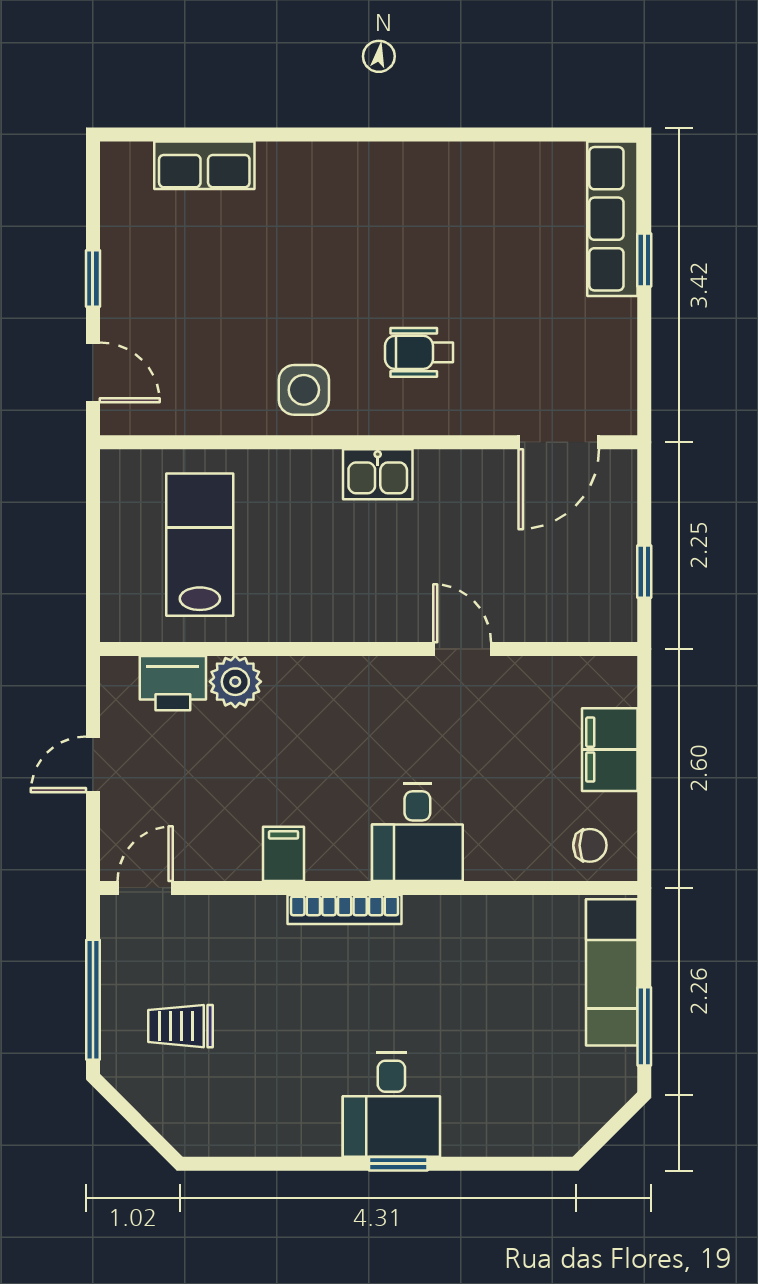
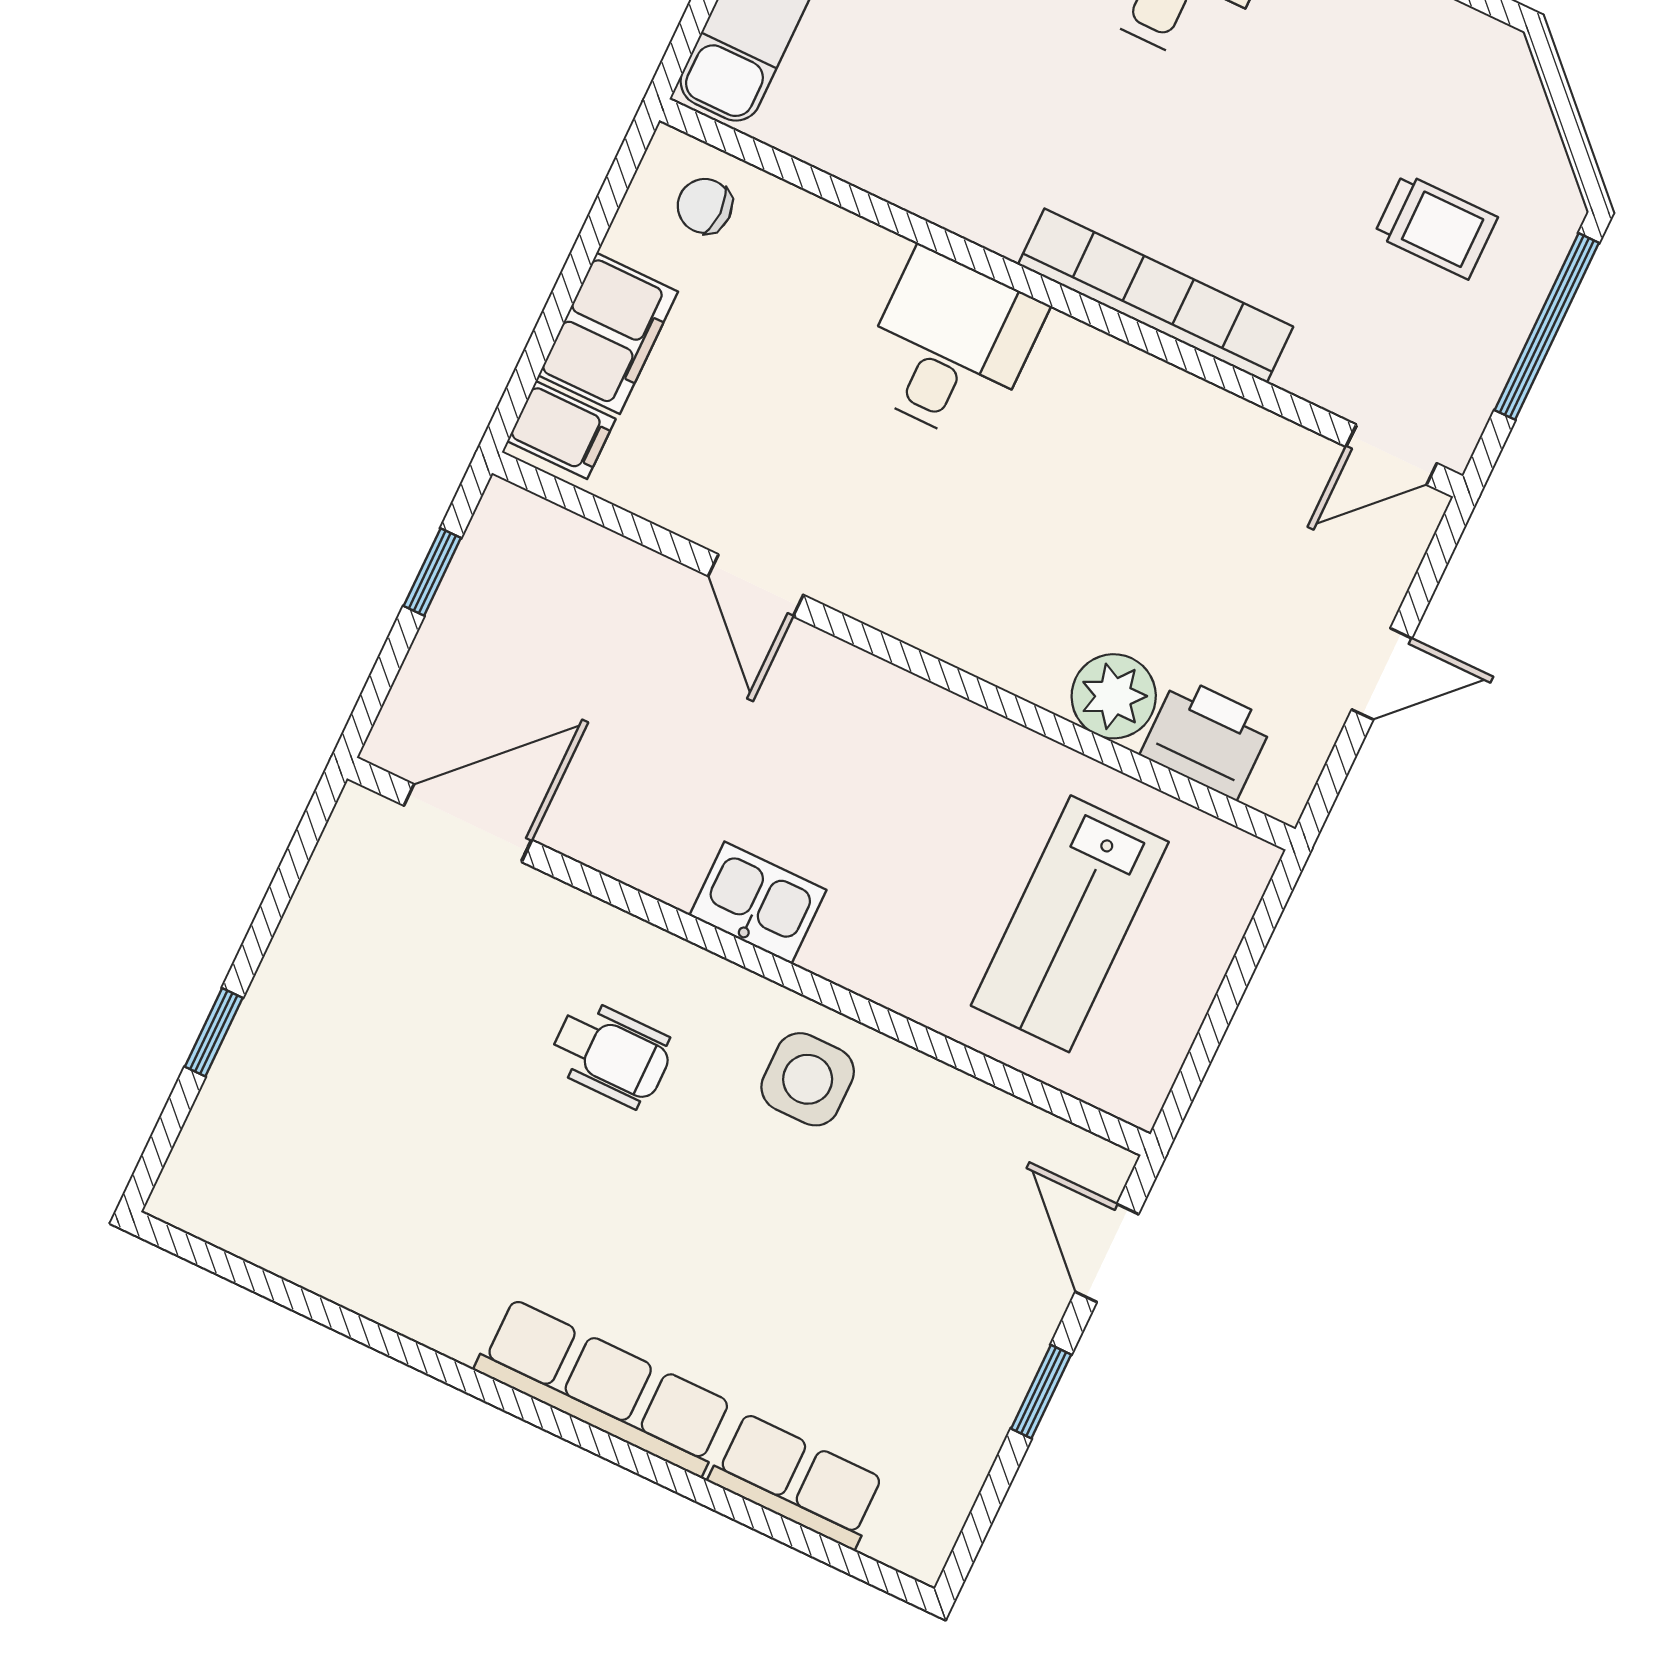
row of seats: (612, 219) -> (604, 1387), moved, turned -90
filing cabinet: (283, 854) -> (561, 430), moved, turned -90
bookcase: (345, 909) -> (1155, 296), width x1.48, depth x1.31

